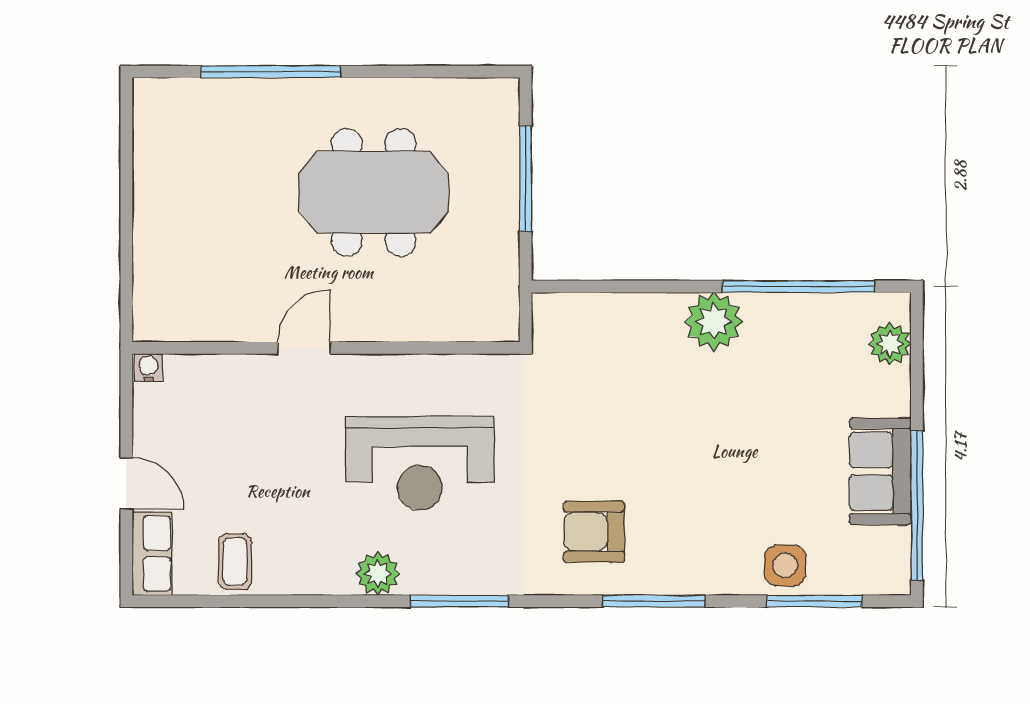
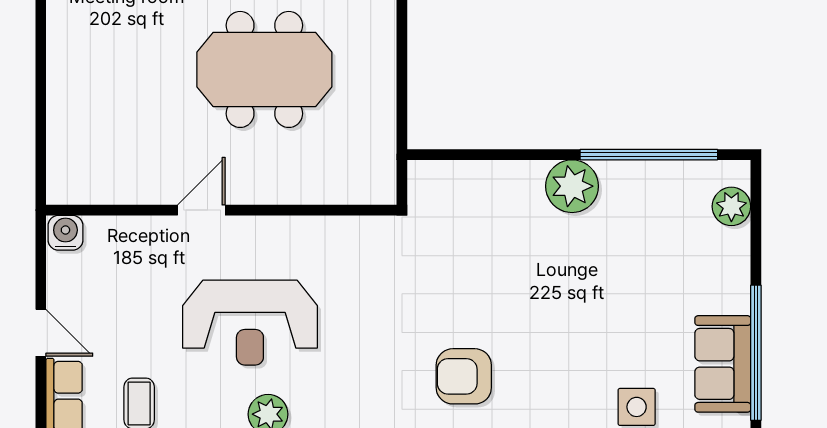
window: (526, 179) -> (402, 57), removed
water cooler: (148, 368) -> (65, 233), width x1.38, depth x1.38
reception desk: (420, 463) -> (250, 323), moved
sofa: (880, 471) -> (723, 364), moved

